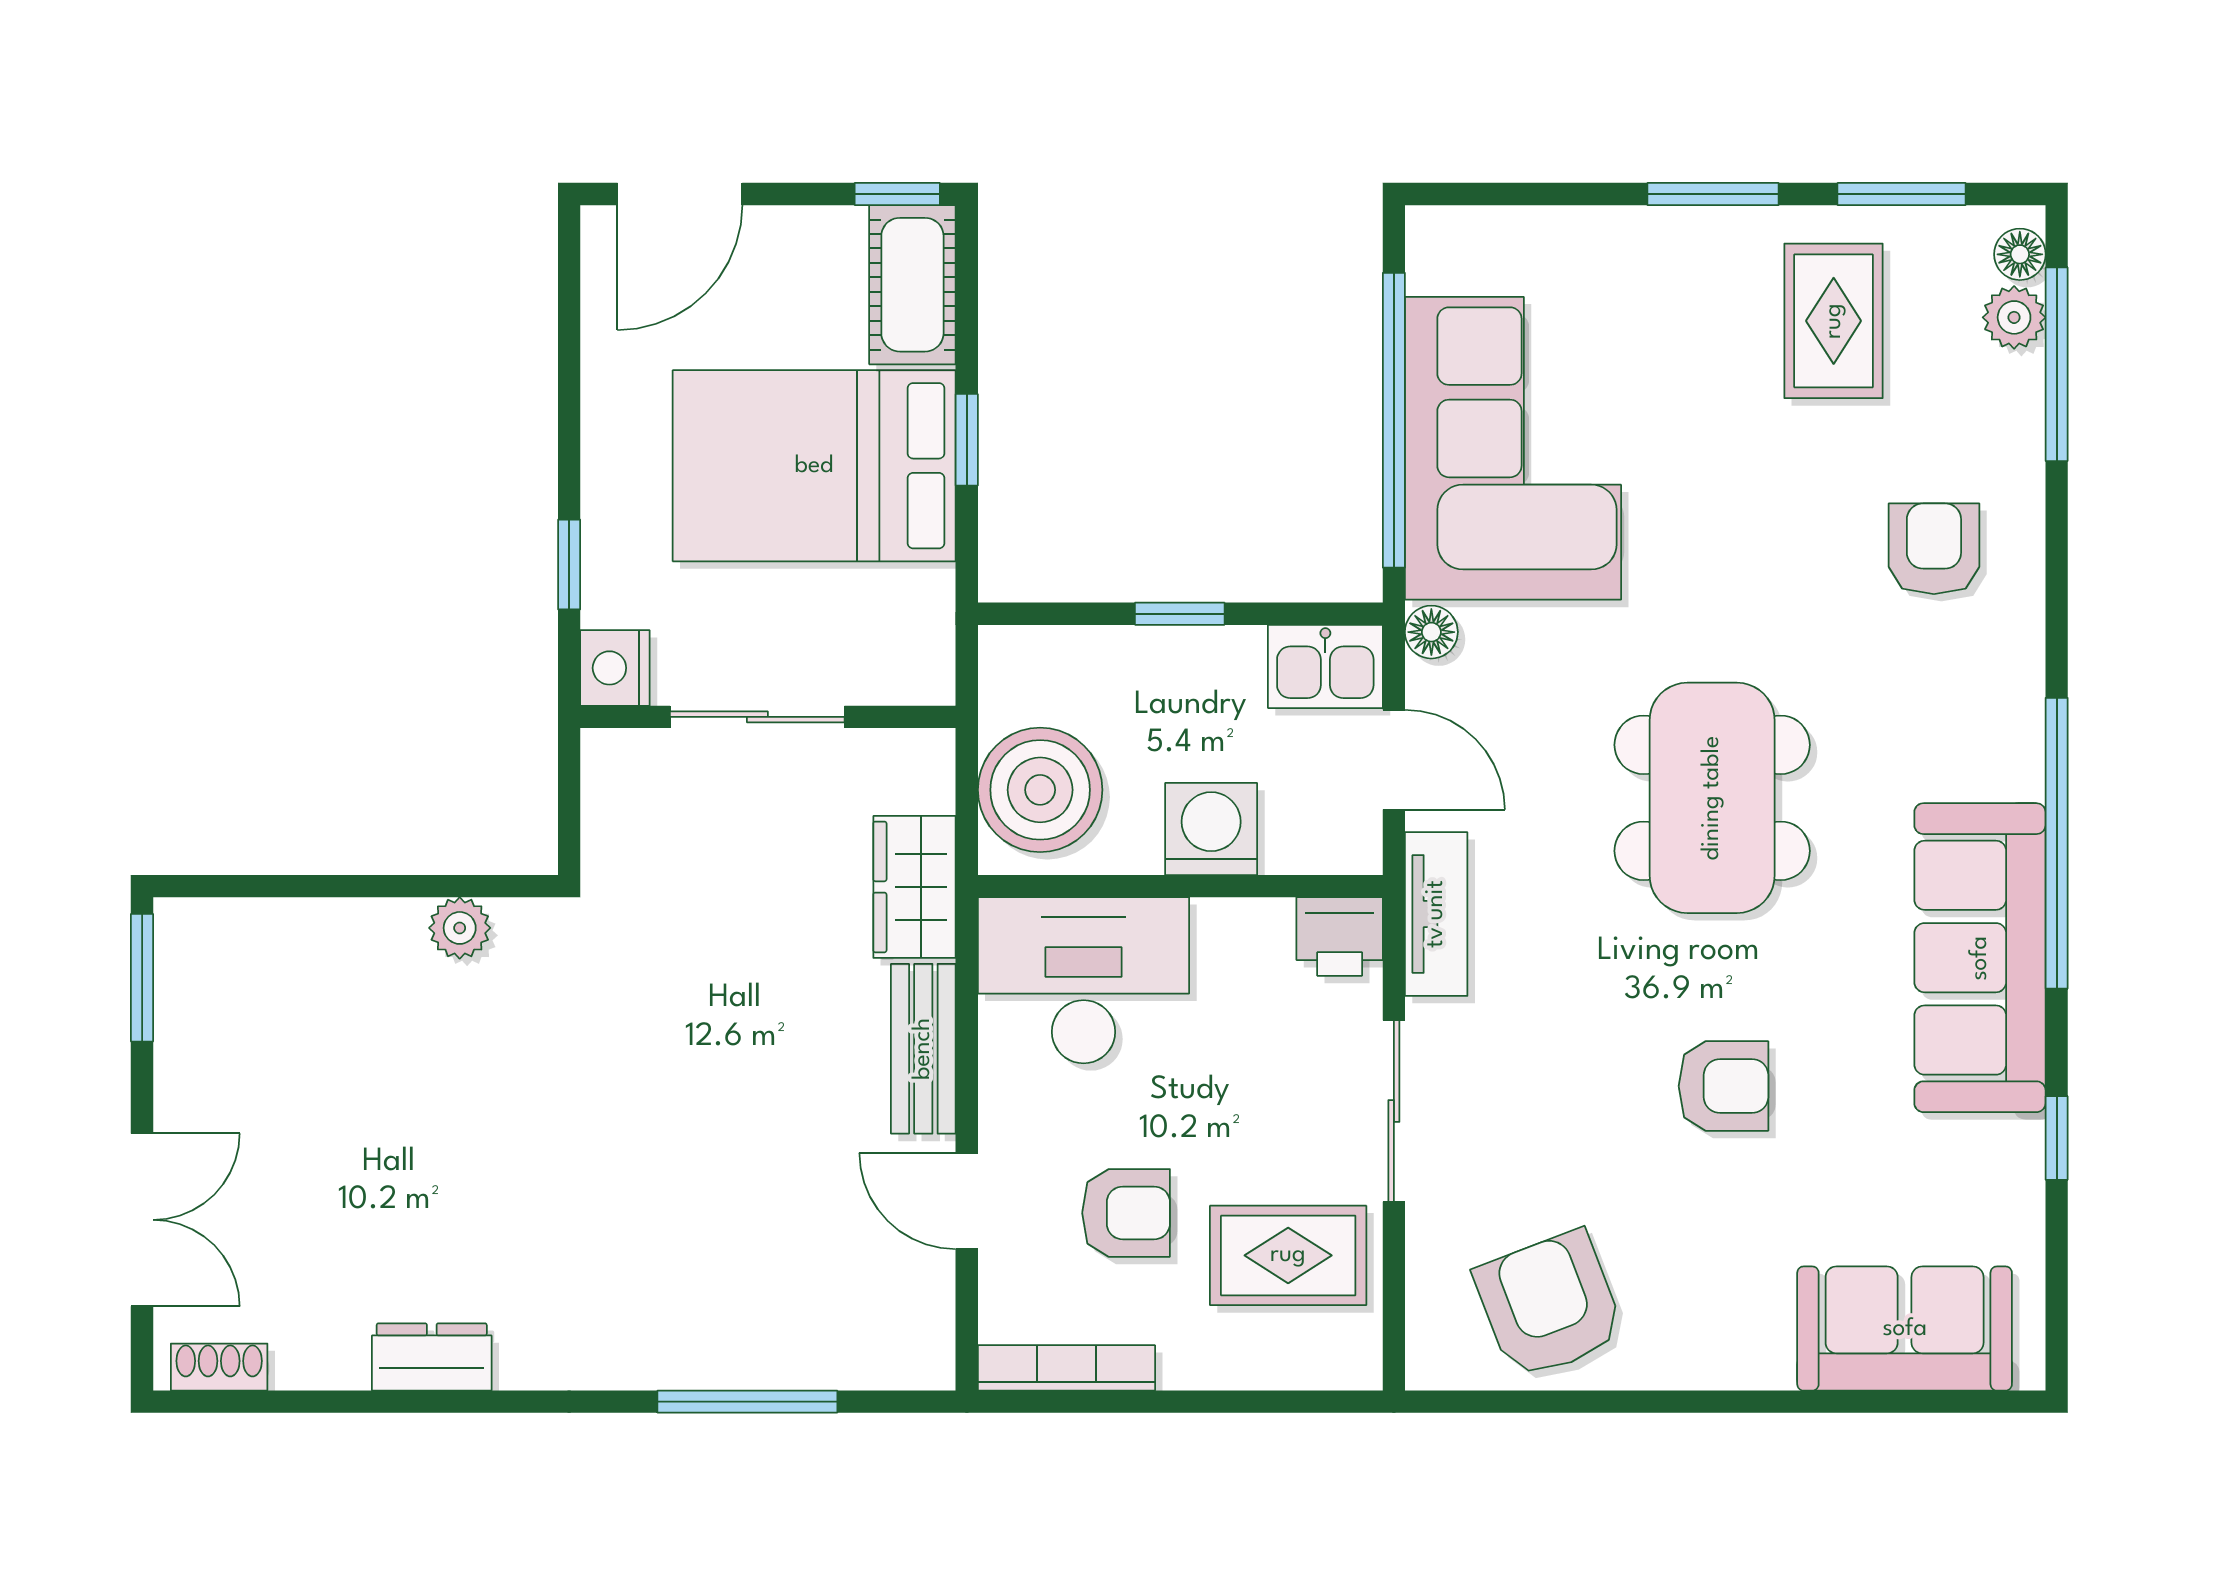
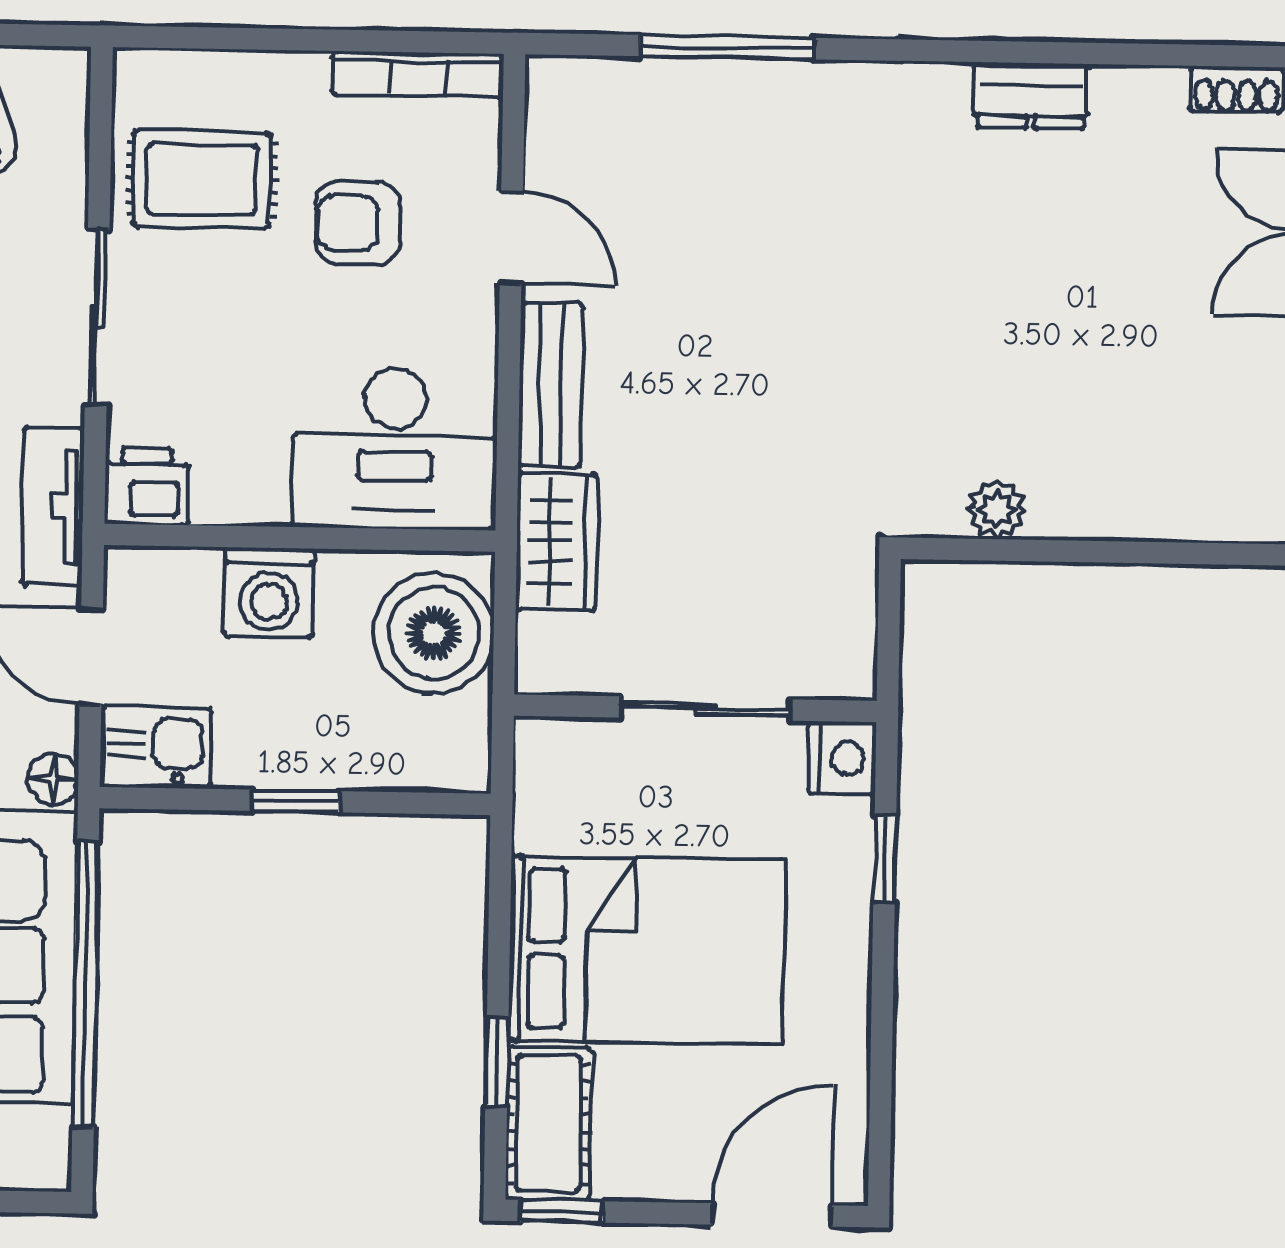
window: (967, 440) -> (497, 1061), moved

